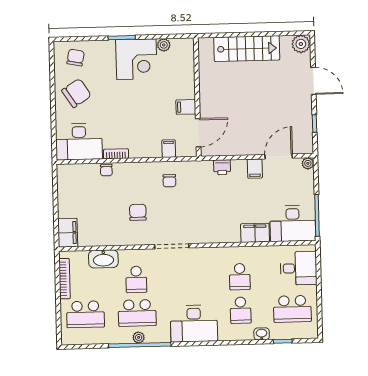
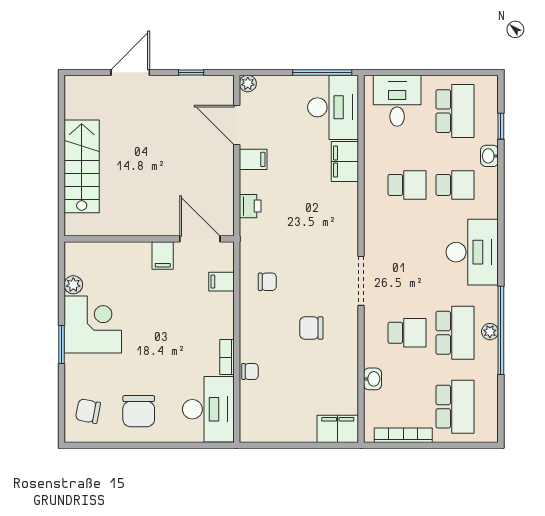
plant: (301, 44) -> (77, 89), removed
chair: (76, 93) -> (139, 411), turned -147
washbasin: (103, 259) -> (373, 379), width x0.52, depth x0.69

